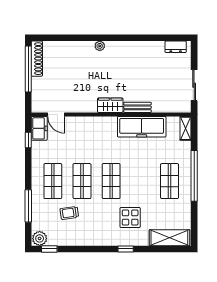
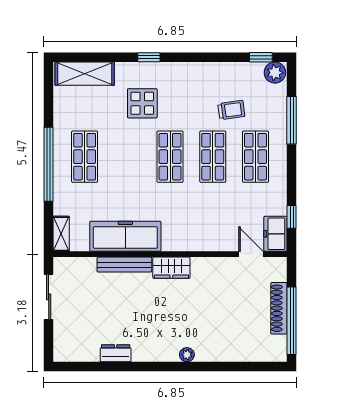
dresser: (176, 47) -> (116, 353), moved
shoe rack: (37, 59) -> (279, 308), moved
bench: (137, 107) -> (124, 265), width x1.36

